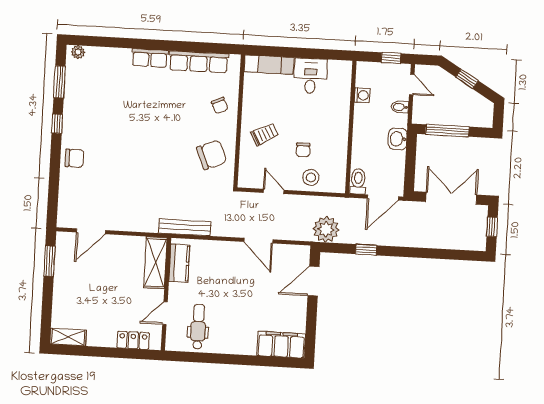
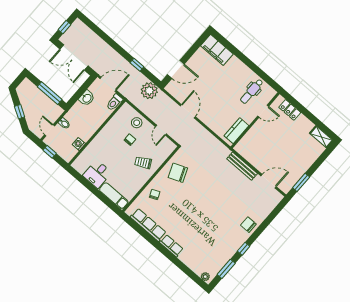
washbasin: (398, 139) -> (87, 98), moved
bench: (185, 227) -> (242, 166), moved
shelving: (155, 263) -> (248, 140), removed

